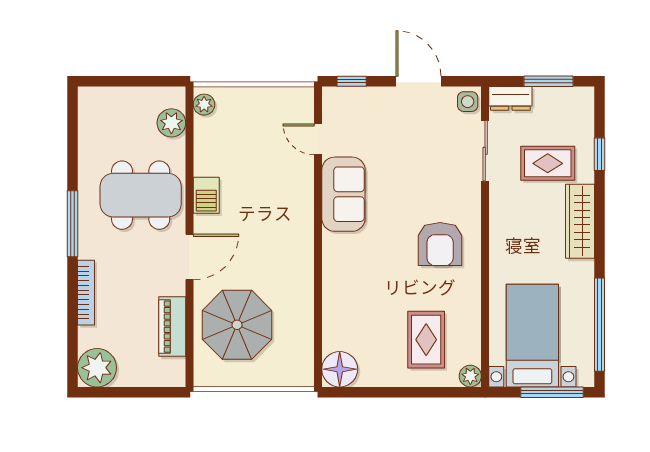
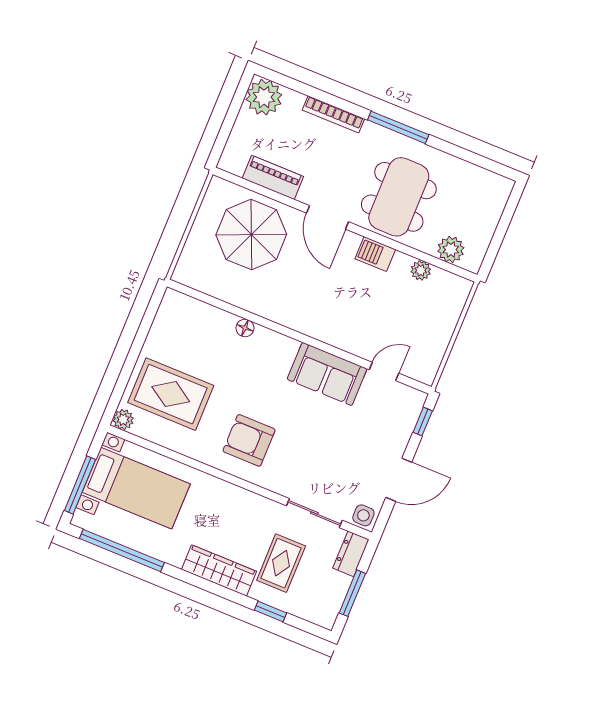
plant: (204, 105) -> (421, 270), moved
rug: (426, 340) -> (171, 394), width x1.36, depth x1.43
floor lamp: (340, 369) -> (245, 328), moved, width x0.53, depth x0.53

